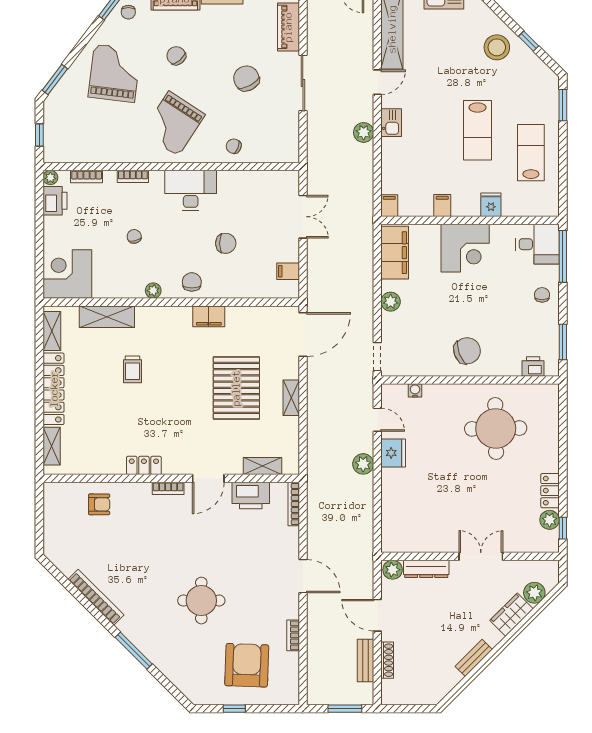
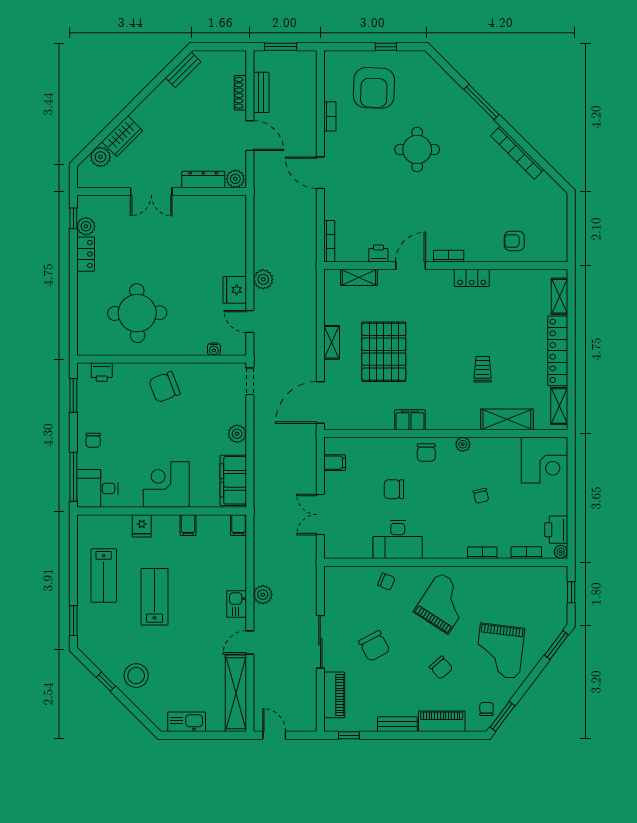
desk: (191, 190) -> (398, 539), moved
printer: (251, 495) -> (378, 254), width x0.53, depth x0.68
bench: (474, 658) -> (183, 70), moved

